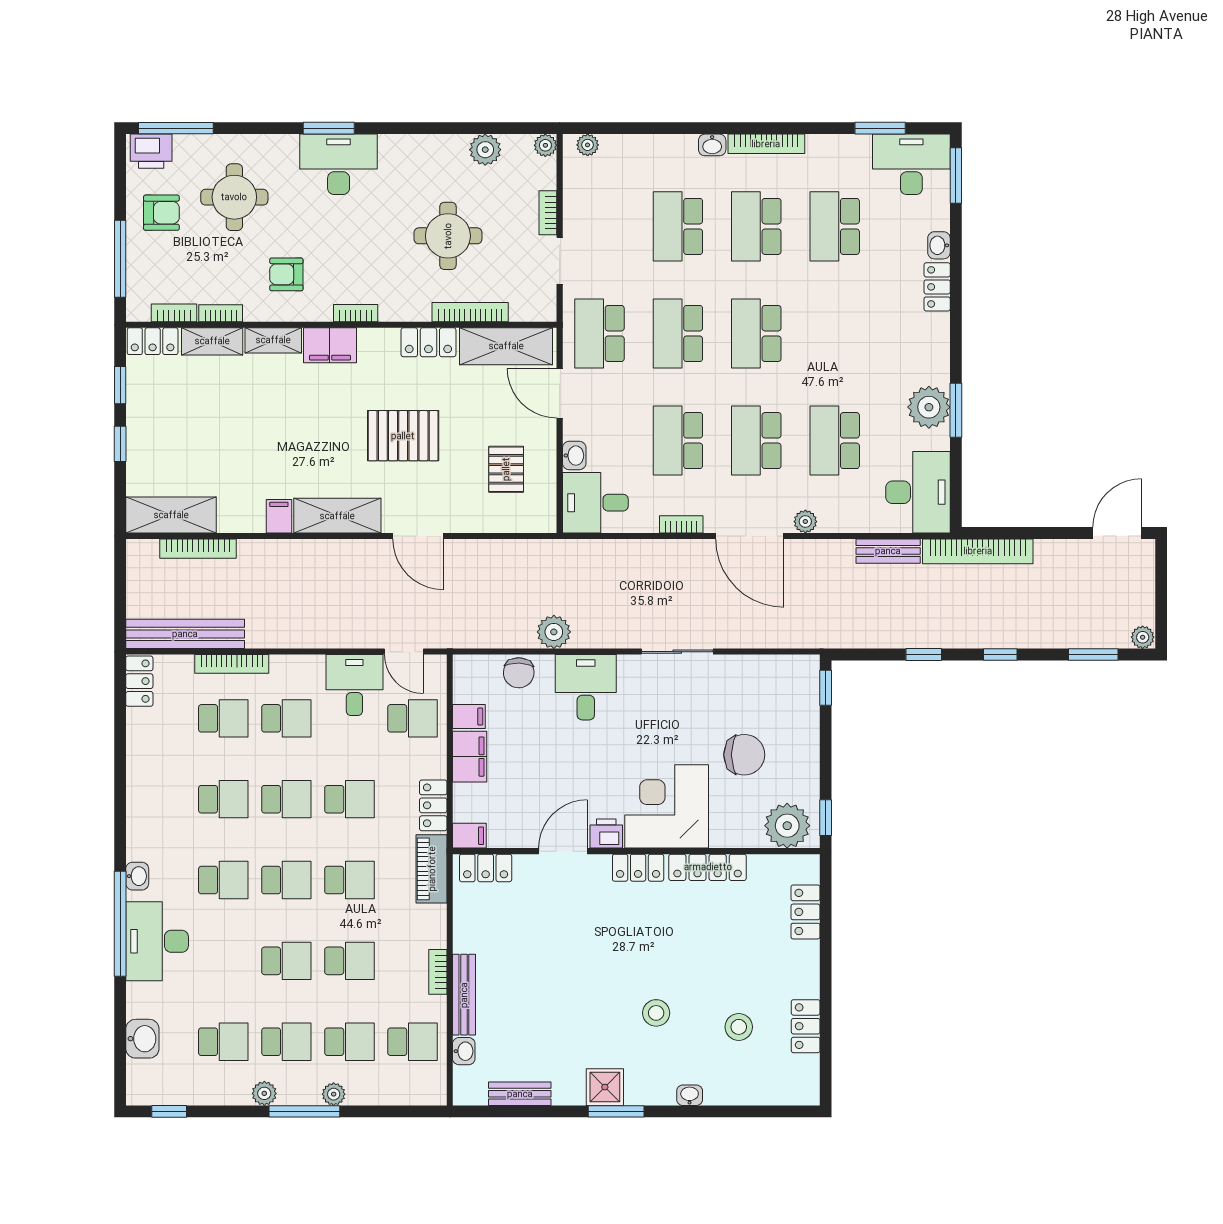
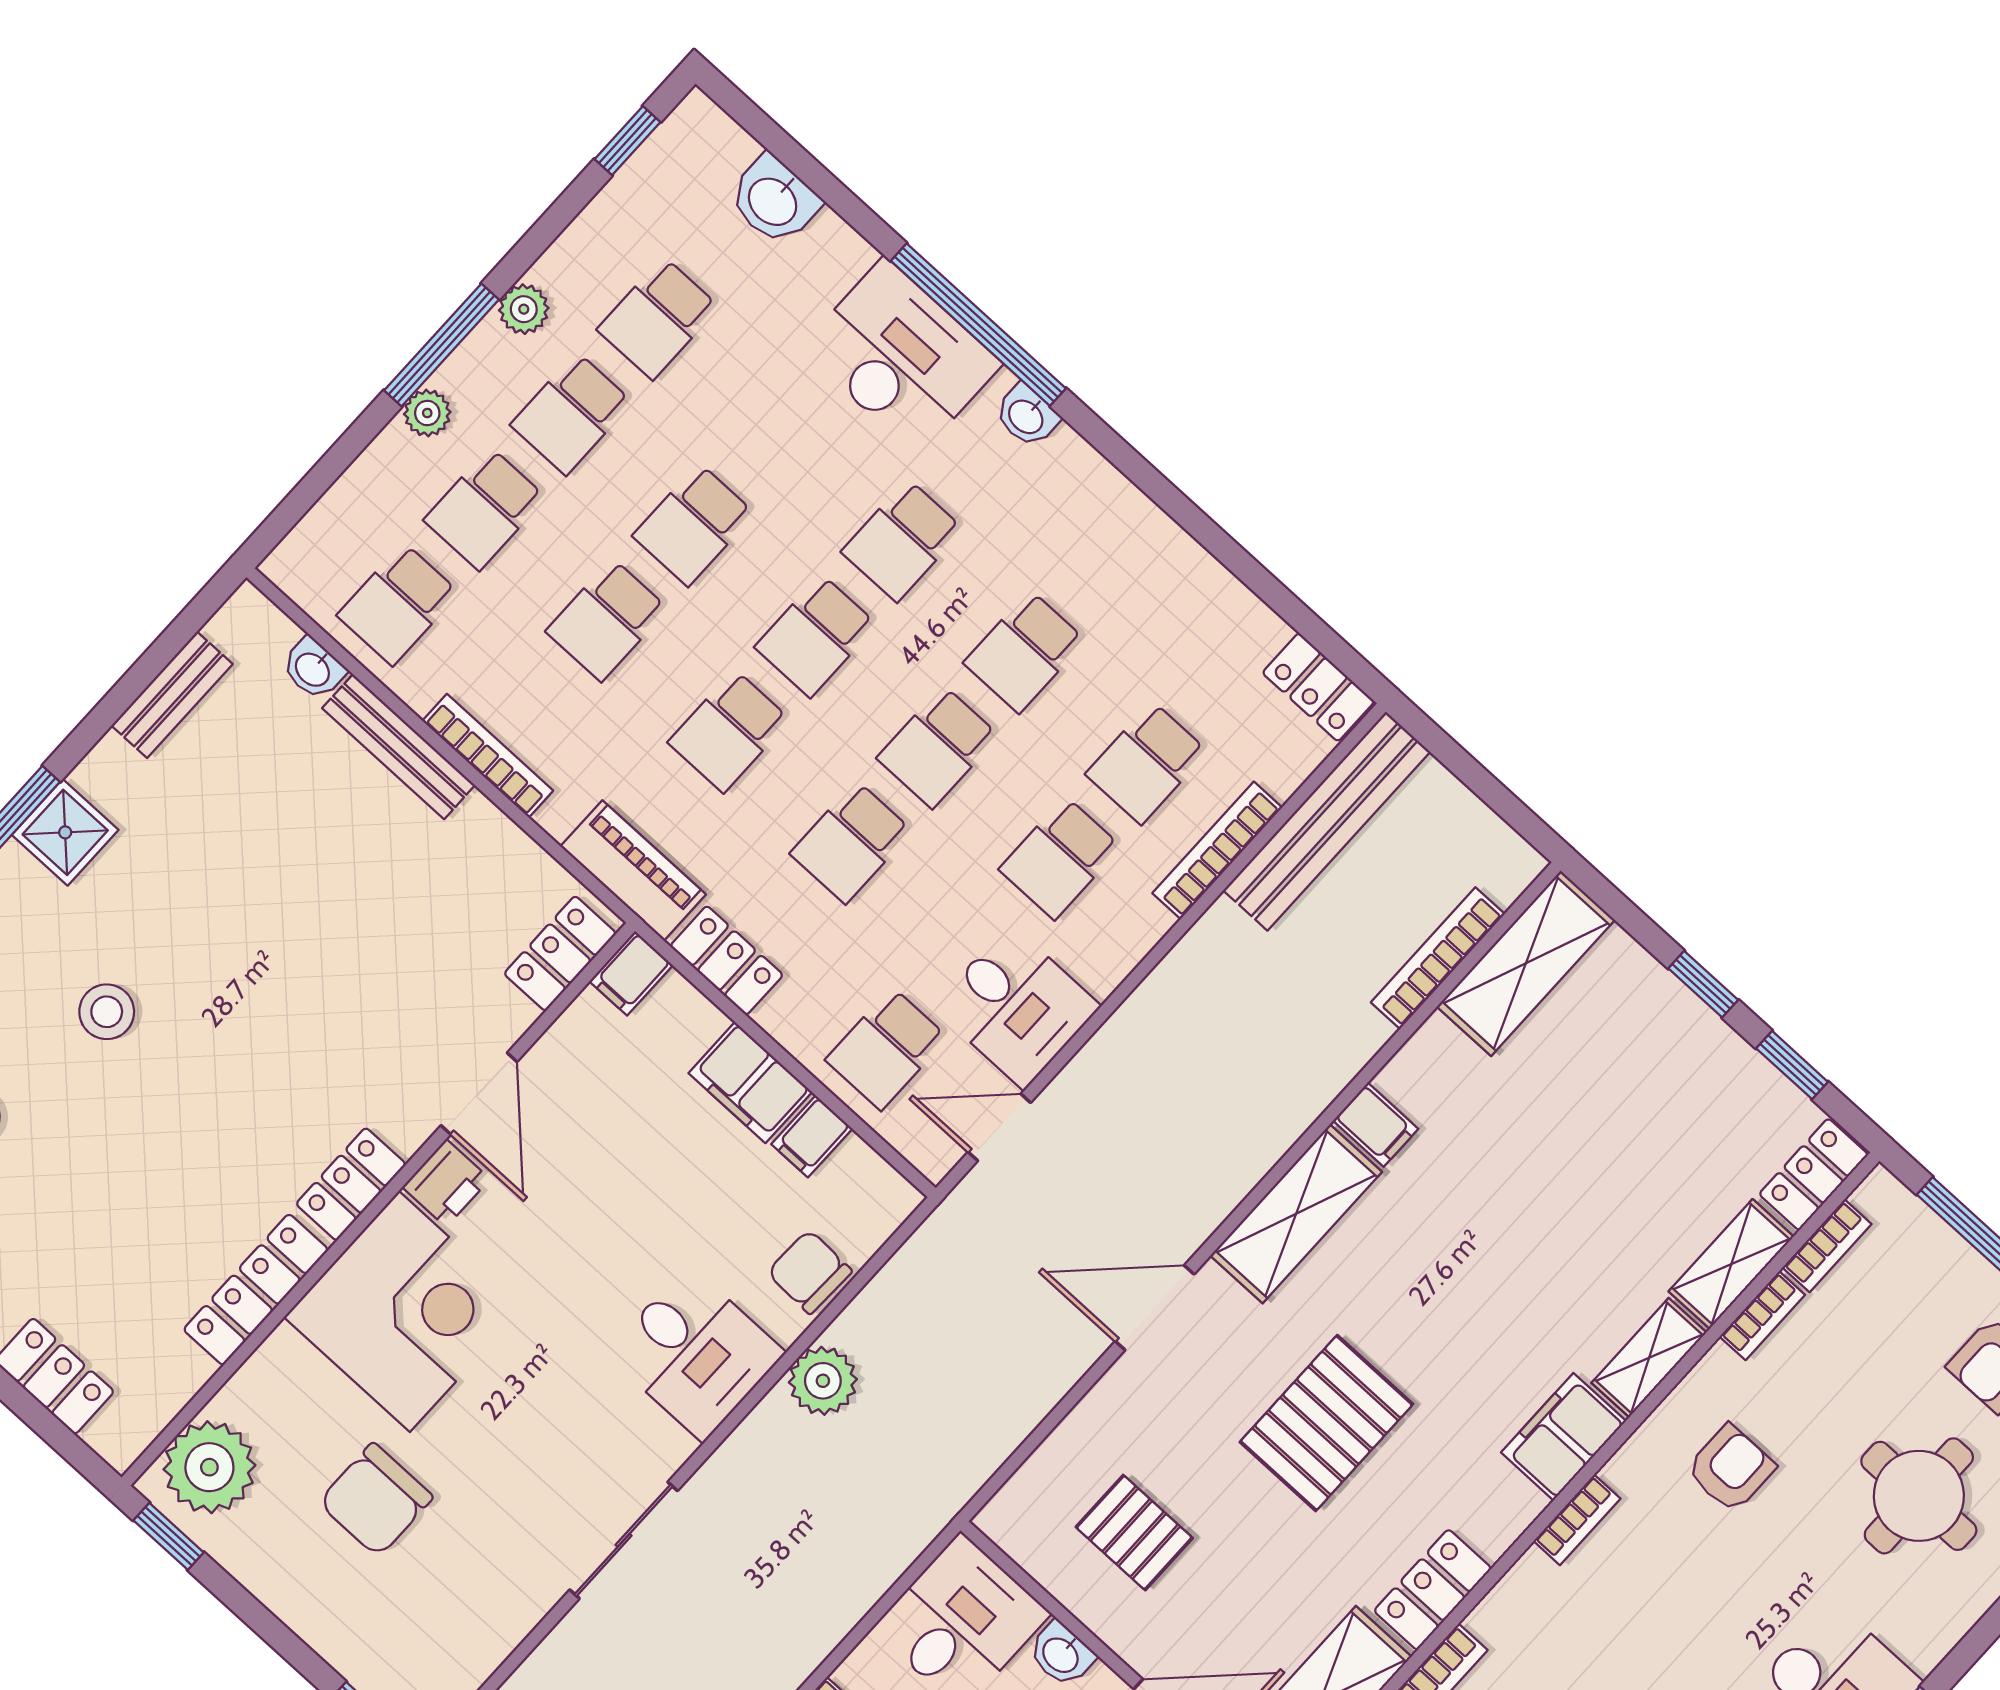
bookcase: (438, 972) -> (488, 756), width x1.56

